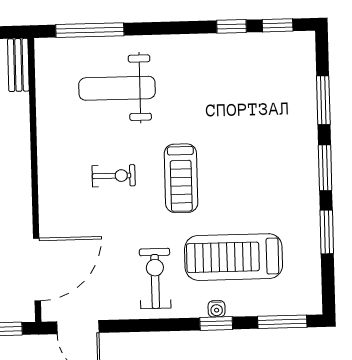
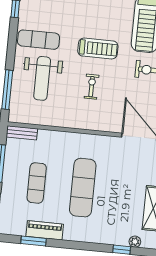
exercise mat: (183, 74) -> (39, 40), added

